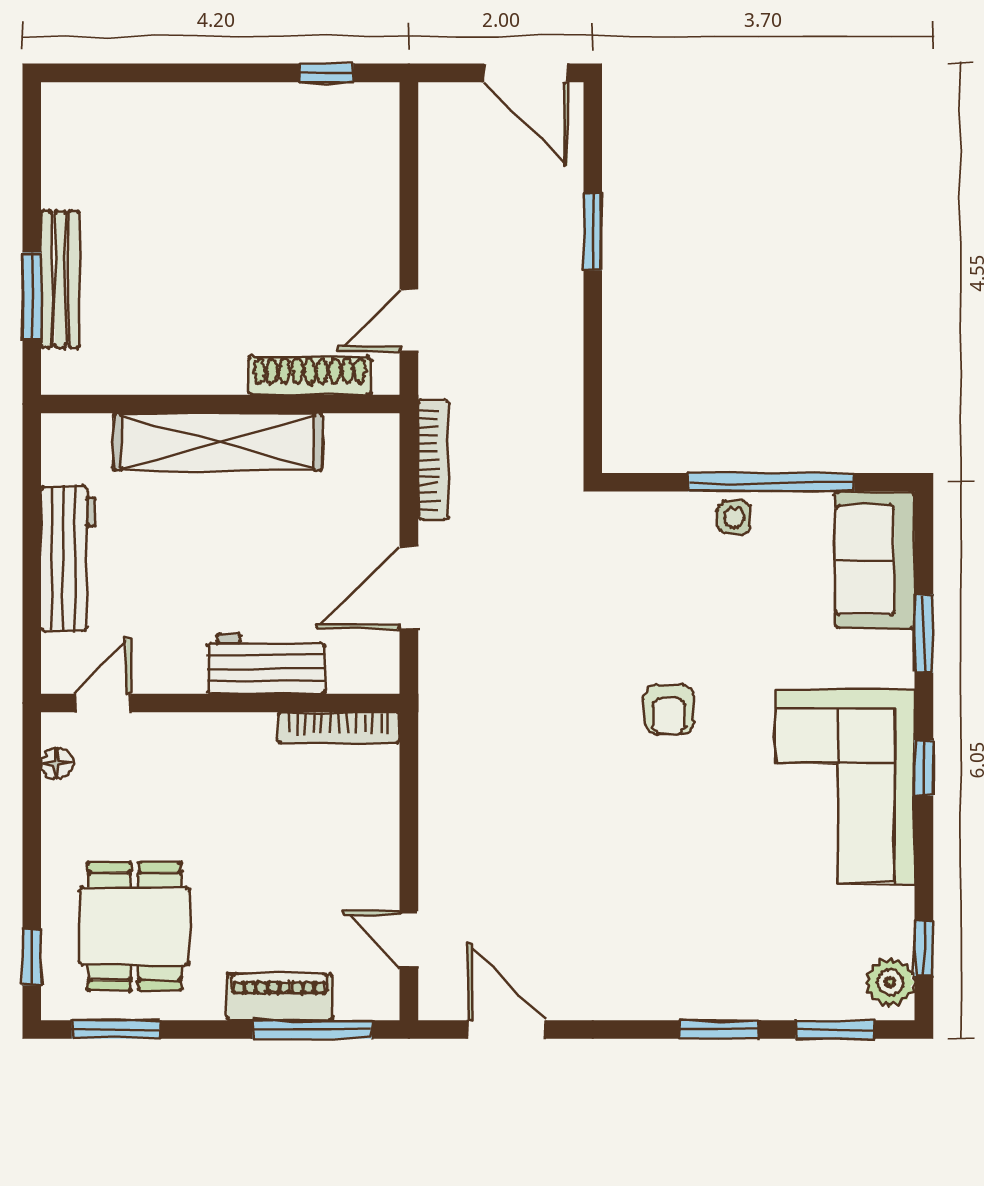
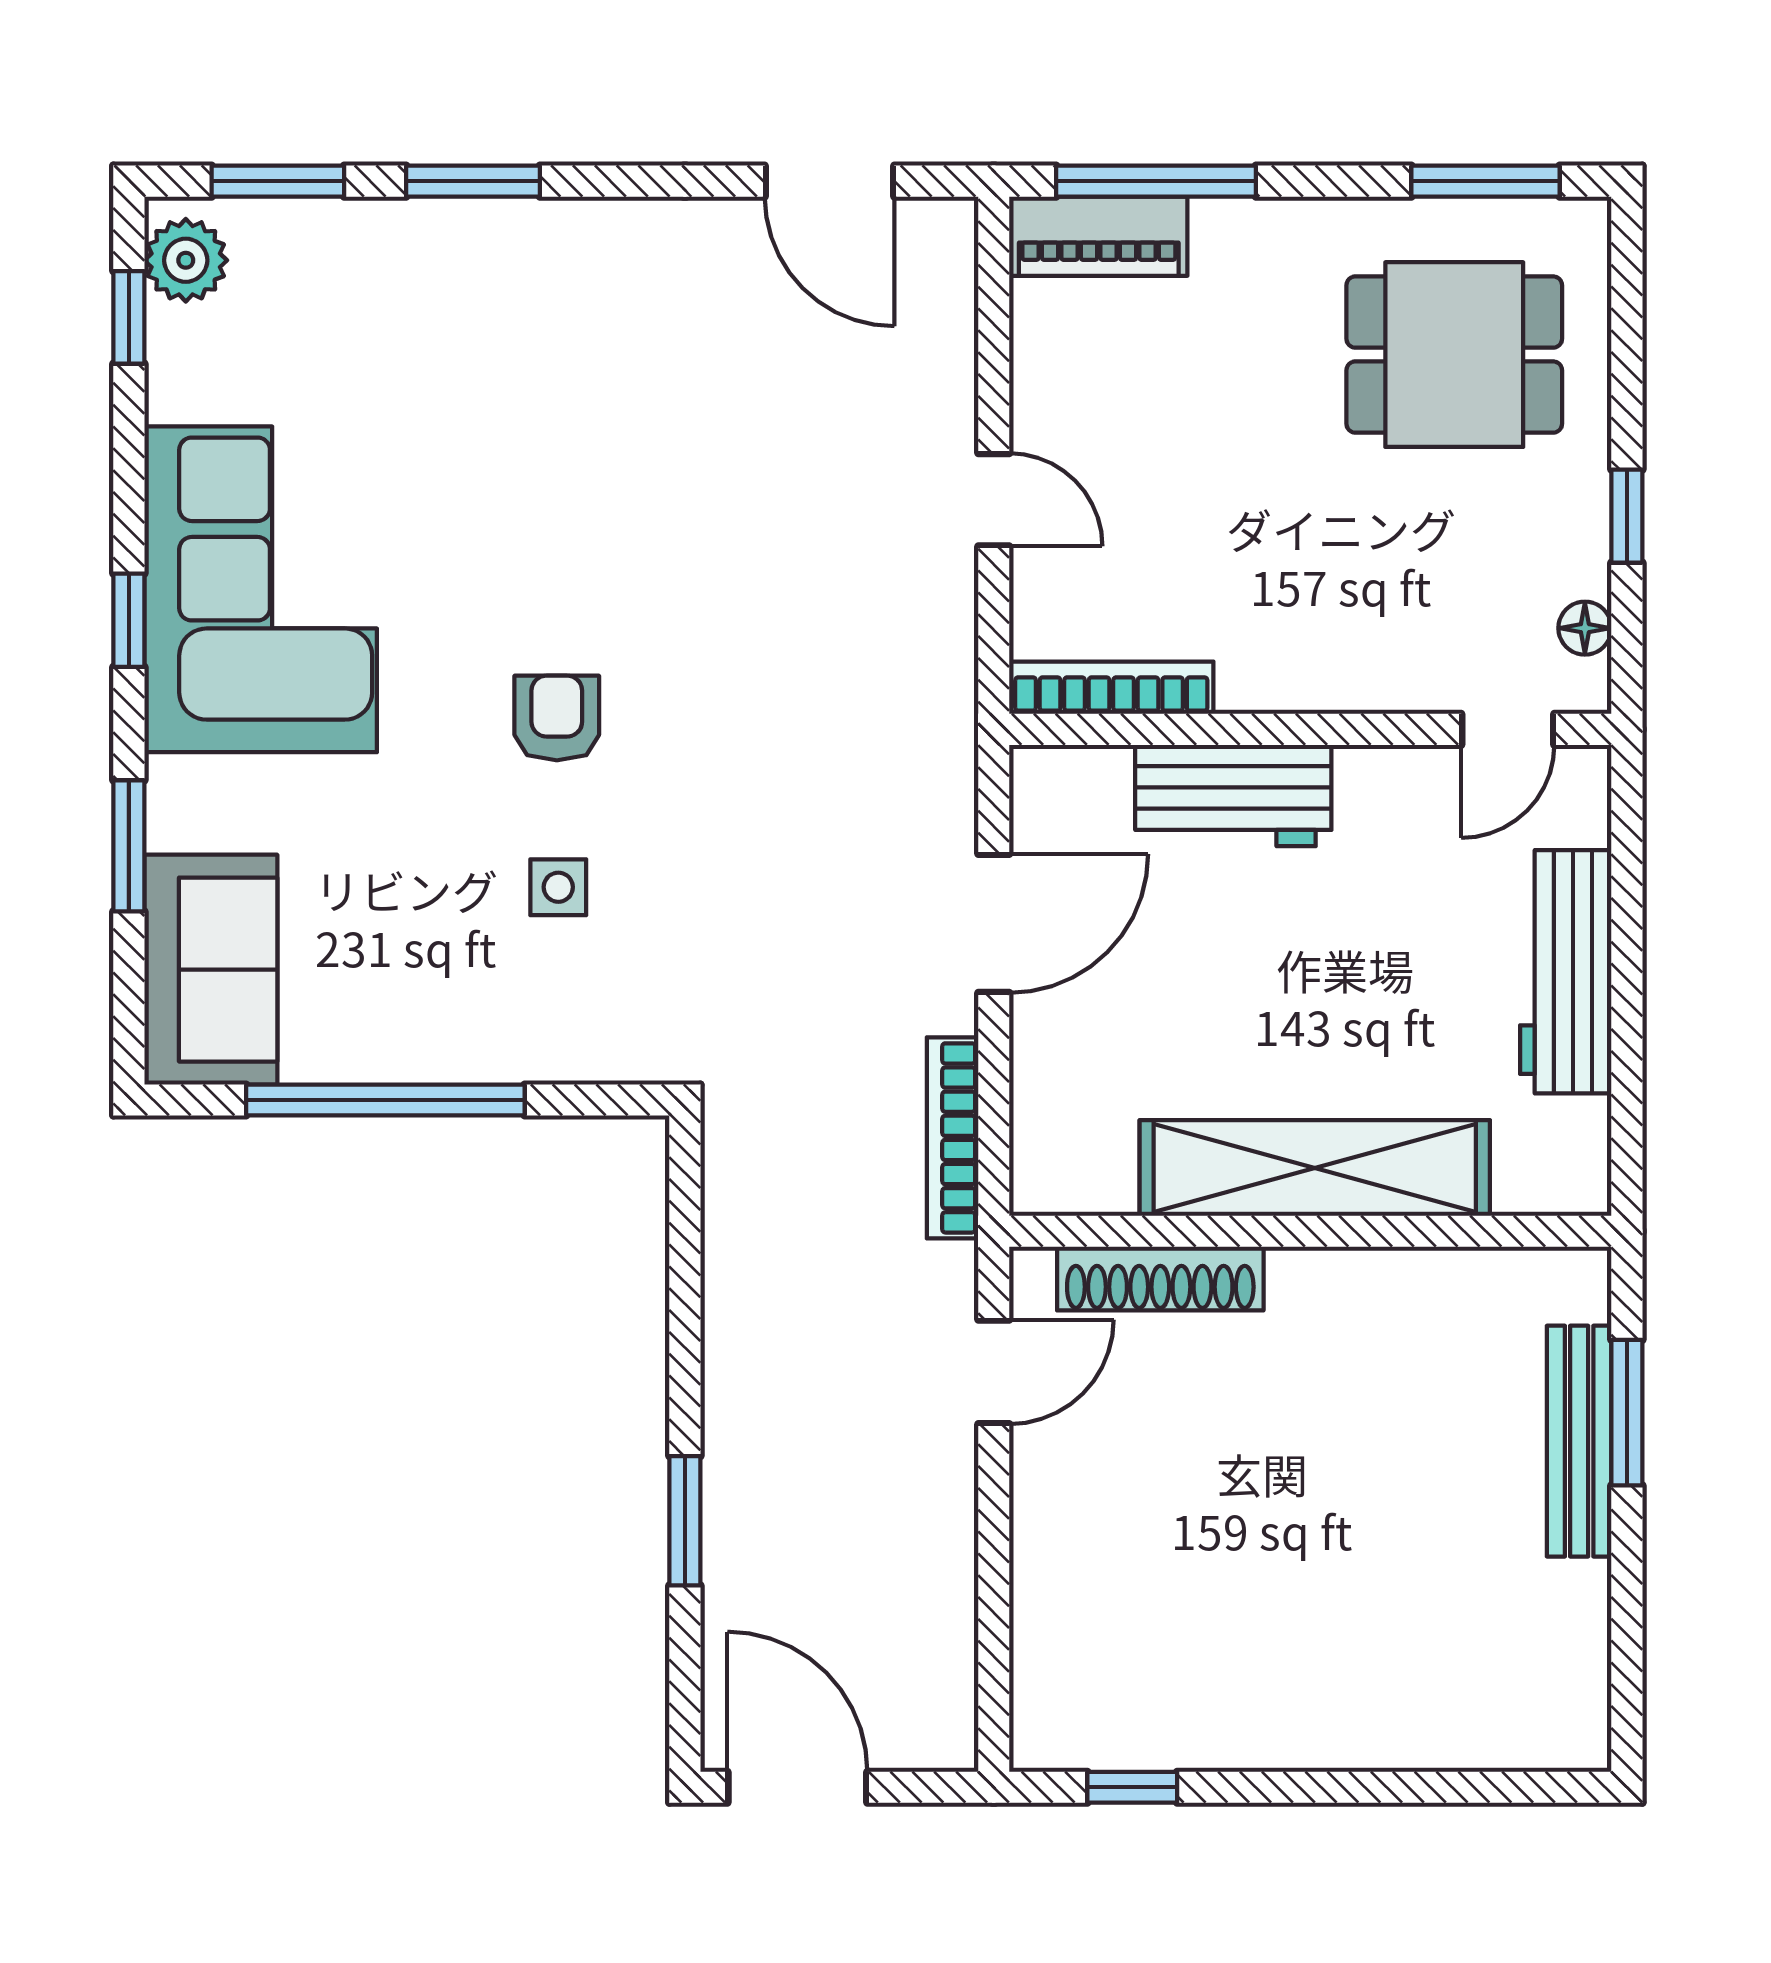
side table: (734, 517) -> (558, 887), moved
dining table: (135, 926) -> (1454, 355), turned 90
door: (409, 939) -> (994, 500), moved
window: (32, 957) -> (1627, 516), moved
piano: (279, 997) -> (1099, 236), moved

